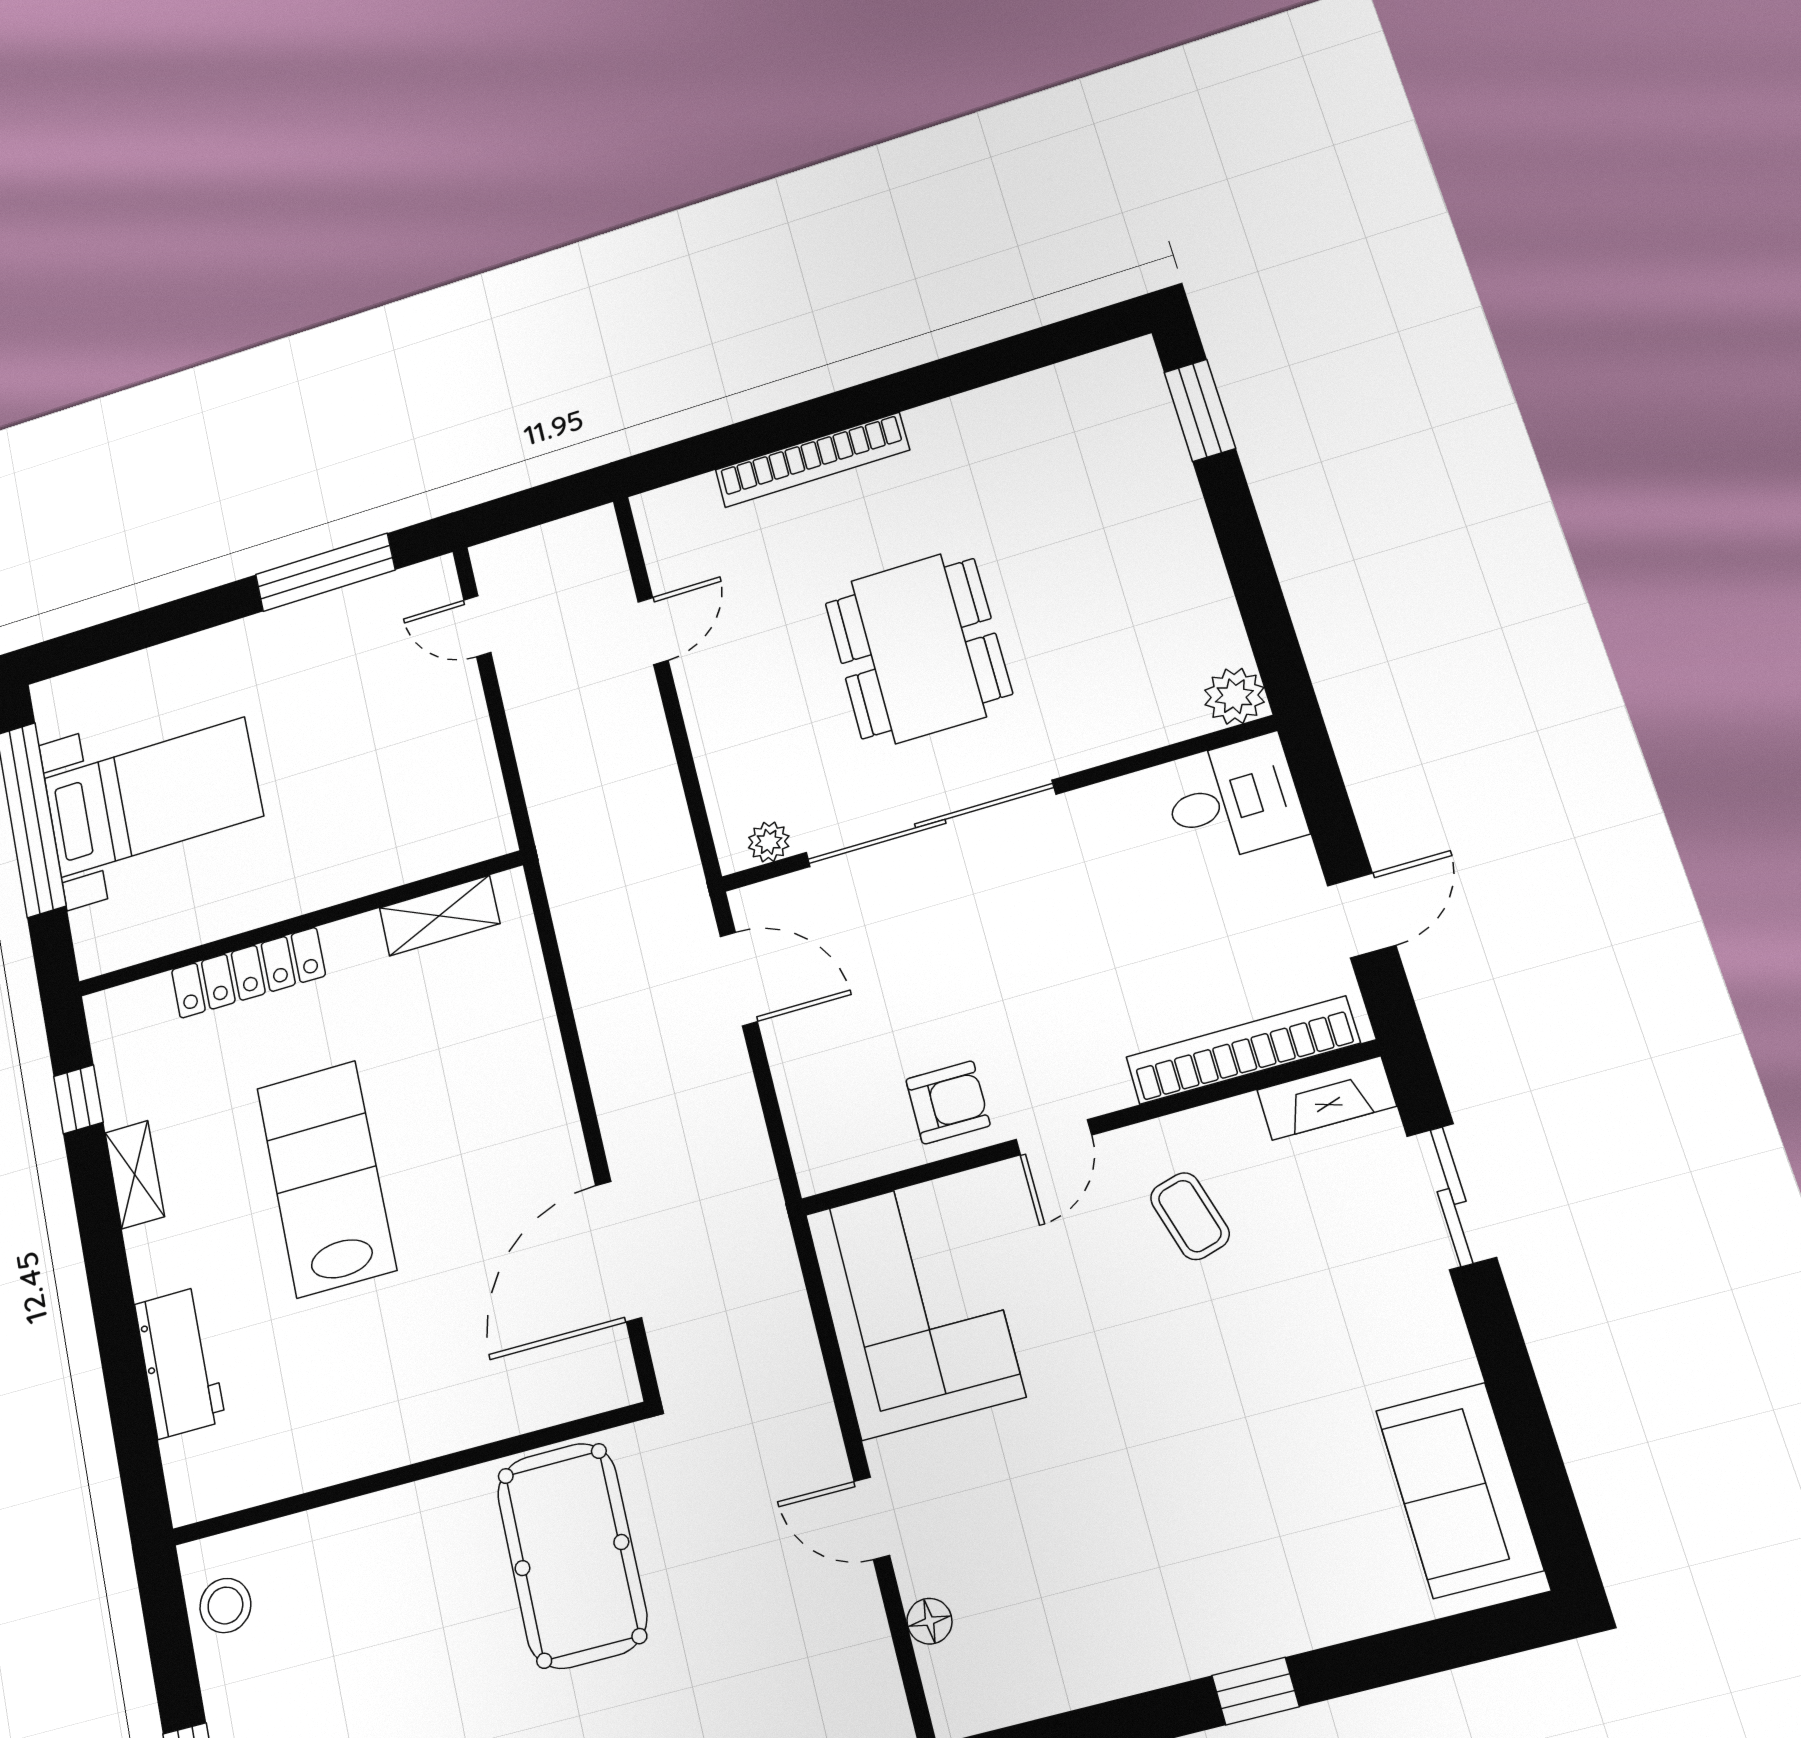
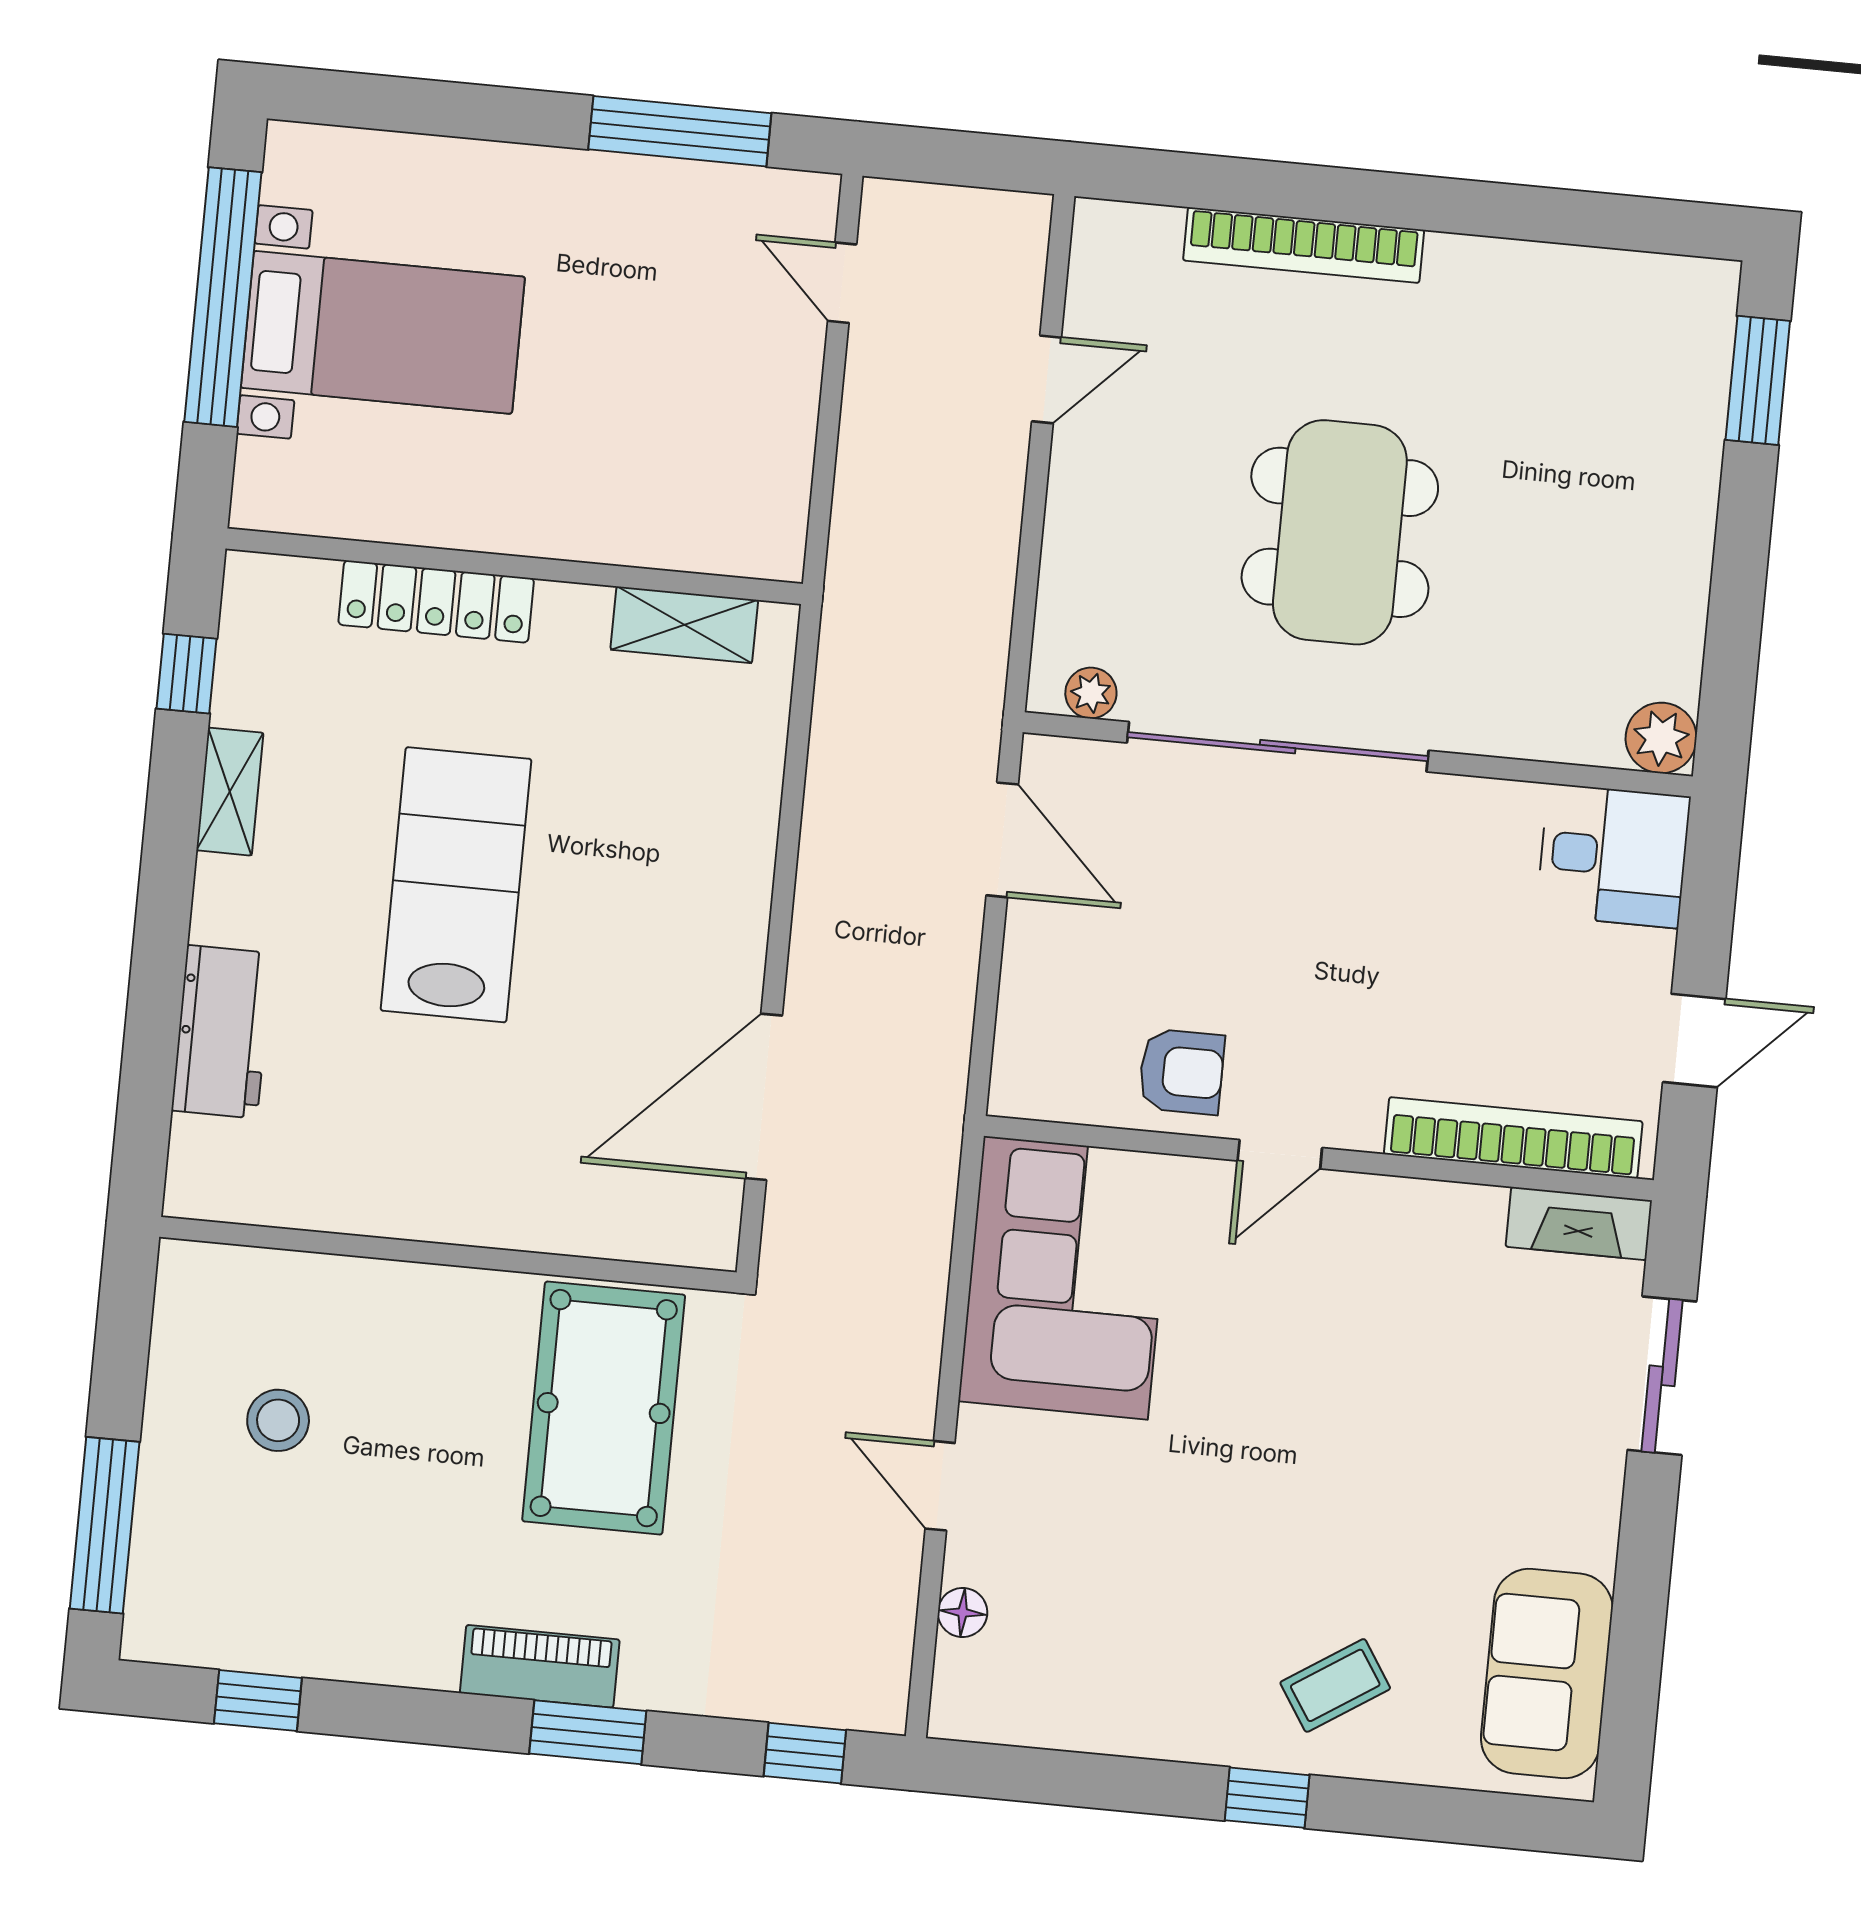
coffee table: (1190, 1216) -> (1335, 1685), moved, turned 73
stool: (225, 1605) -> (278, 1420), moved

